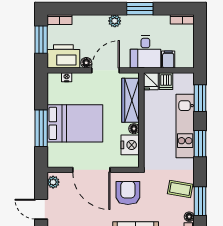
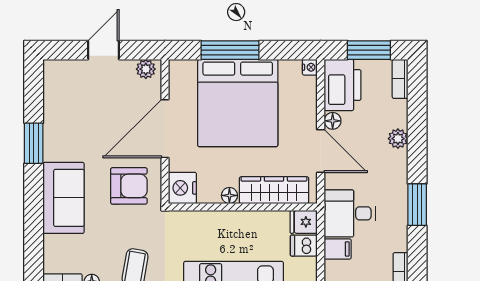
plant: (115, 21) -> (398, 139), moved
nightstand: (67, 77) -> (310, 67), moved
bed: (75, 123) -> (238, 103), width x1.36
nightstand: (130, 145) -> (182, 188), moved, turned 90

